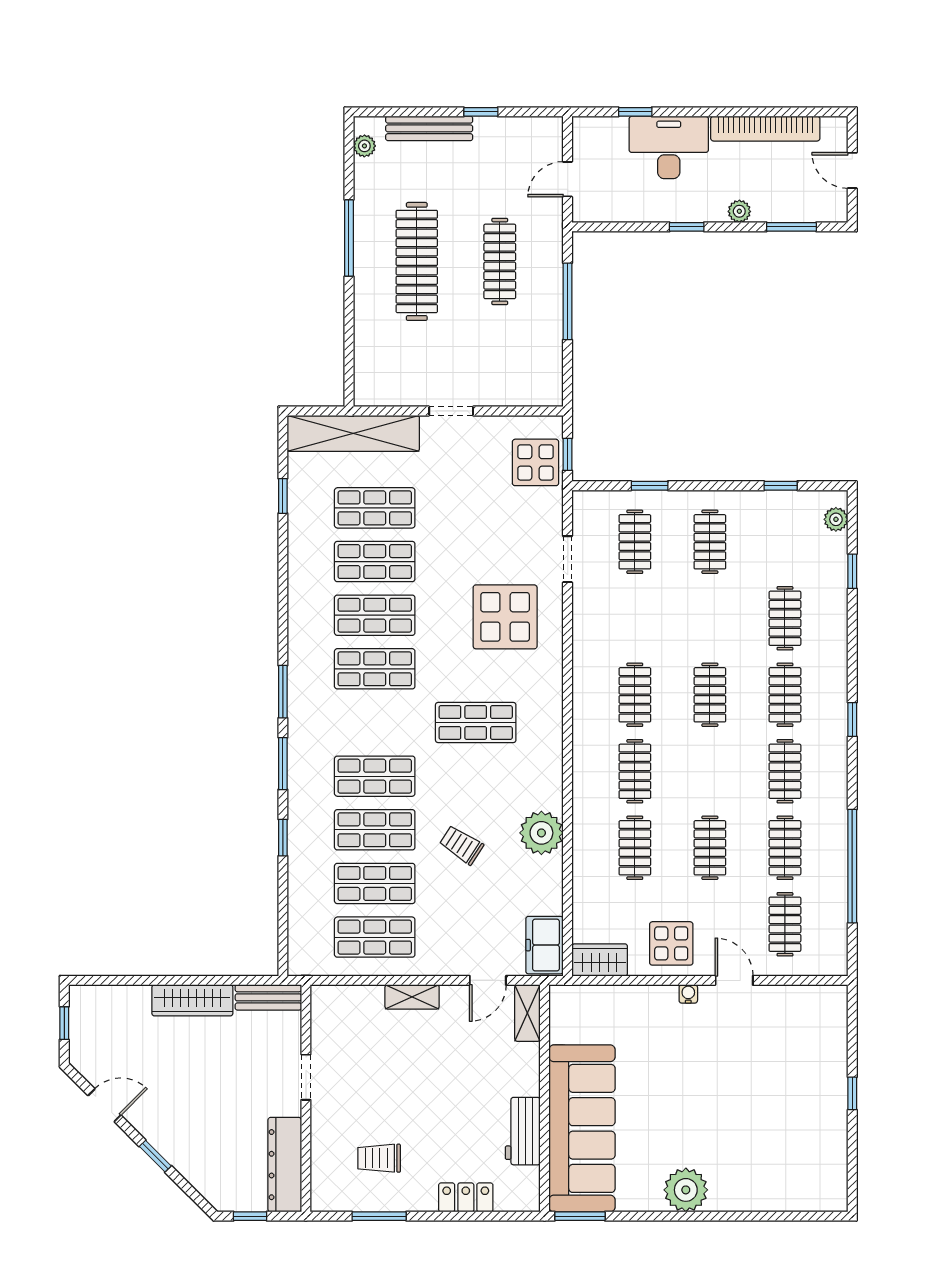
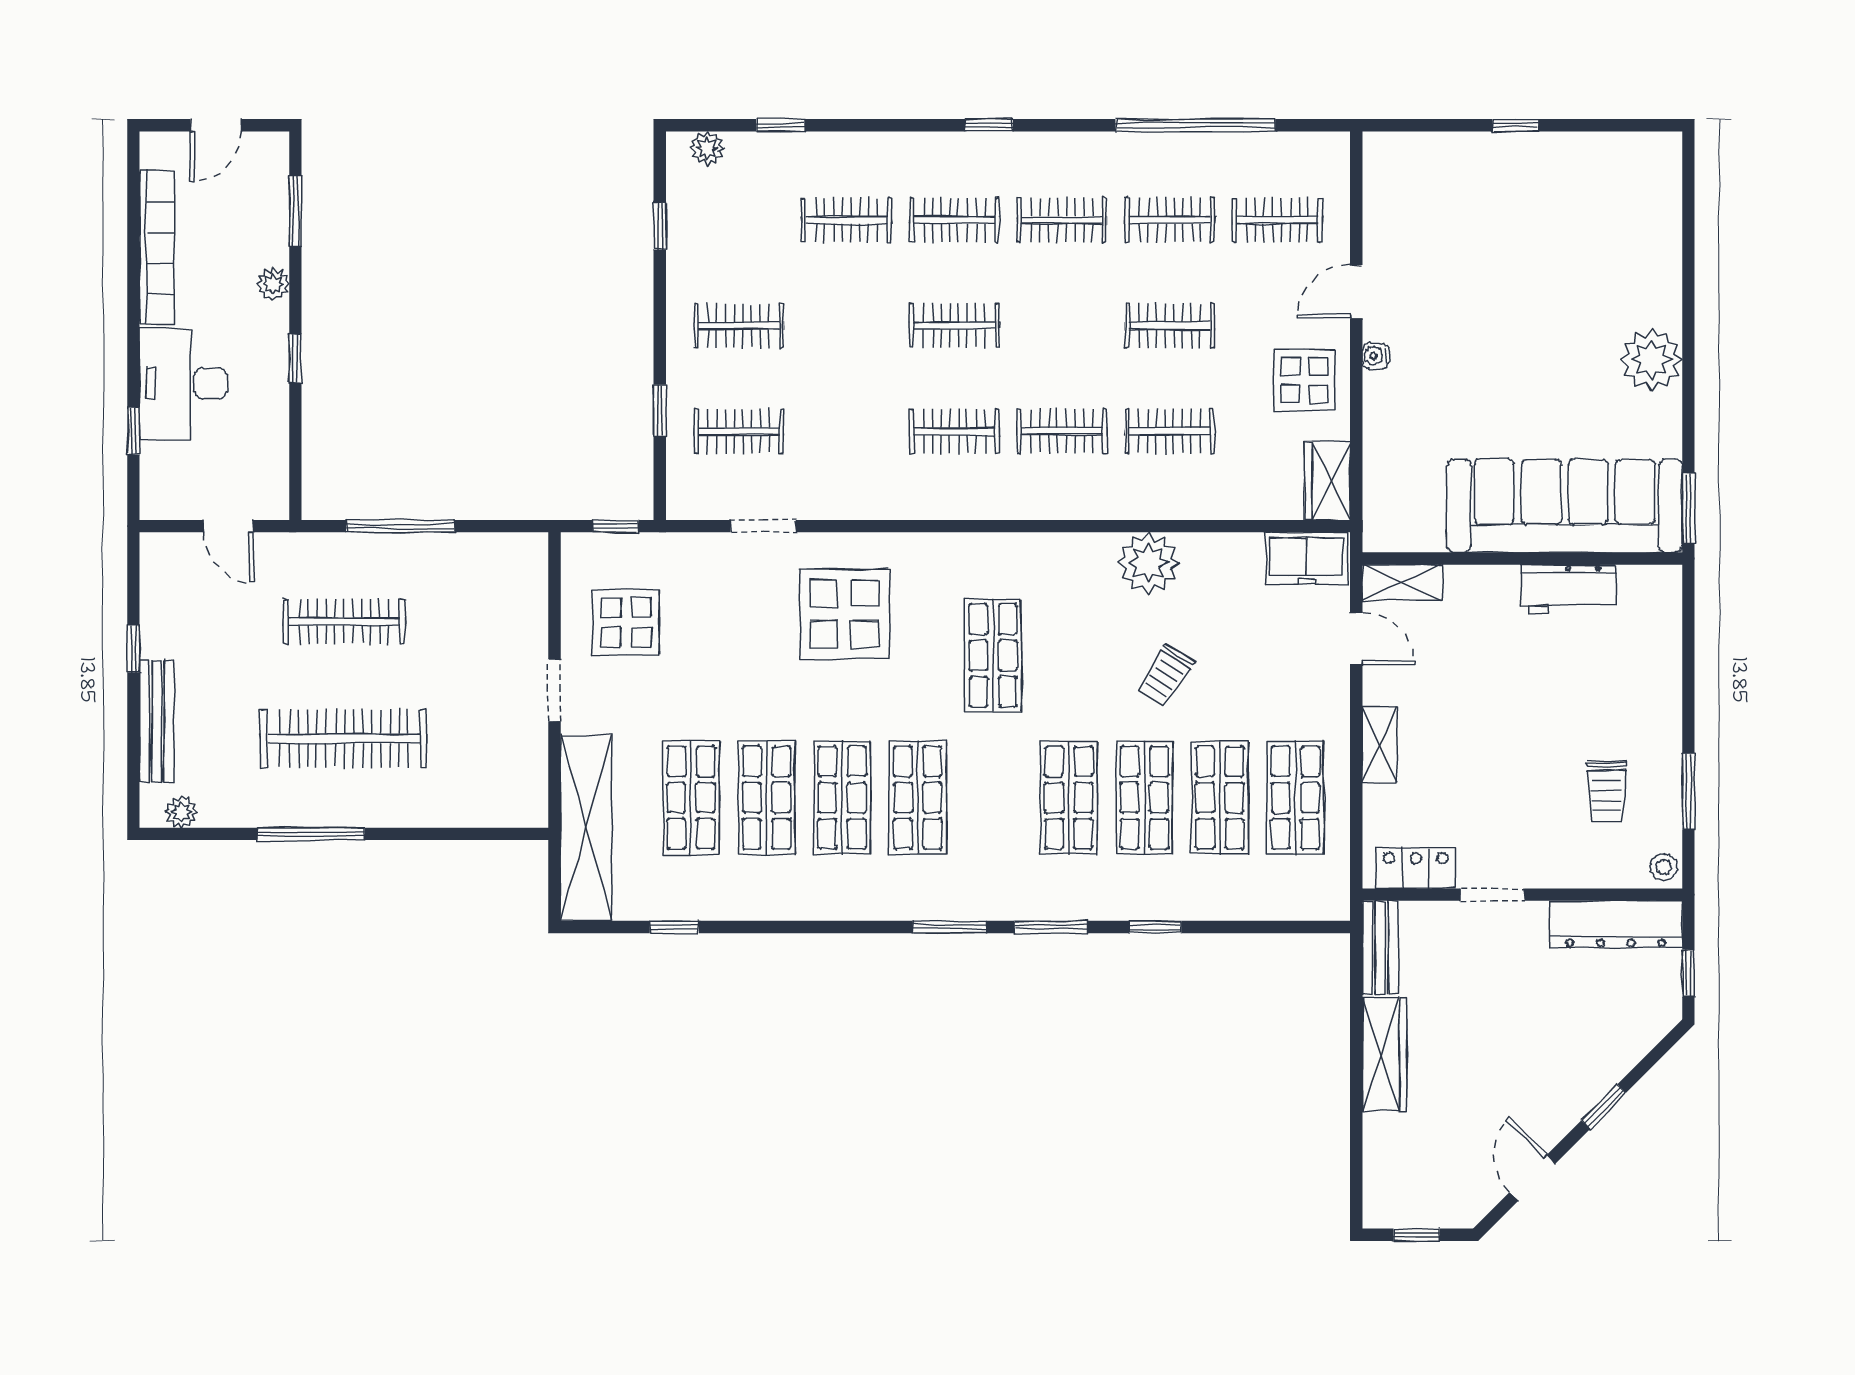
display table: (535, 462) -> (626, 622), moved
locker: (466, 1197) -> (1416, 868), moved, turned 90
stool: (325, 1199) -> (1664, 867), added

